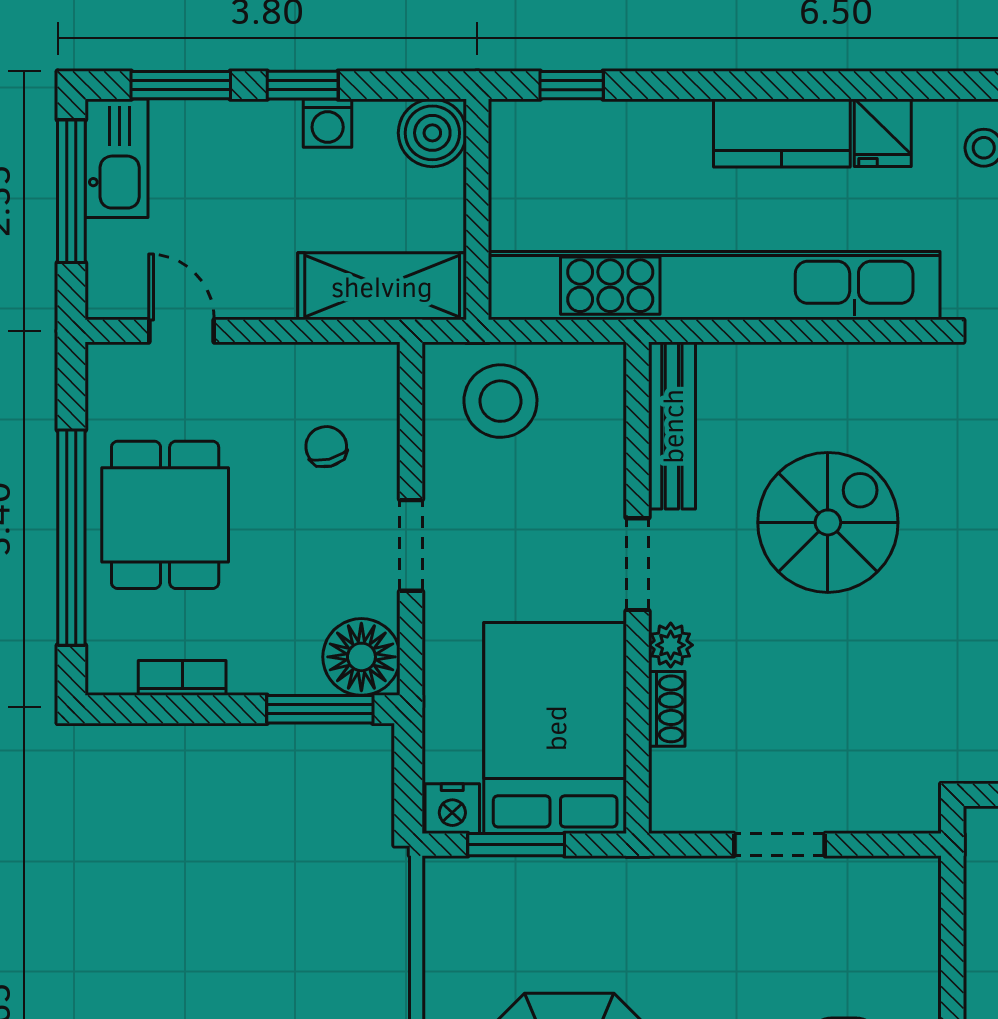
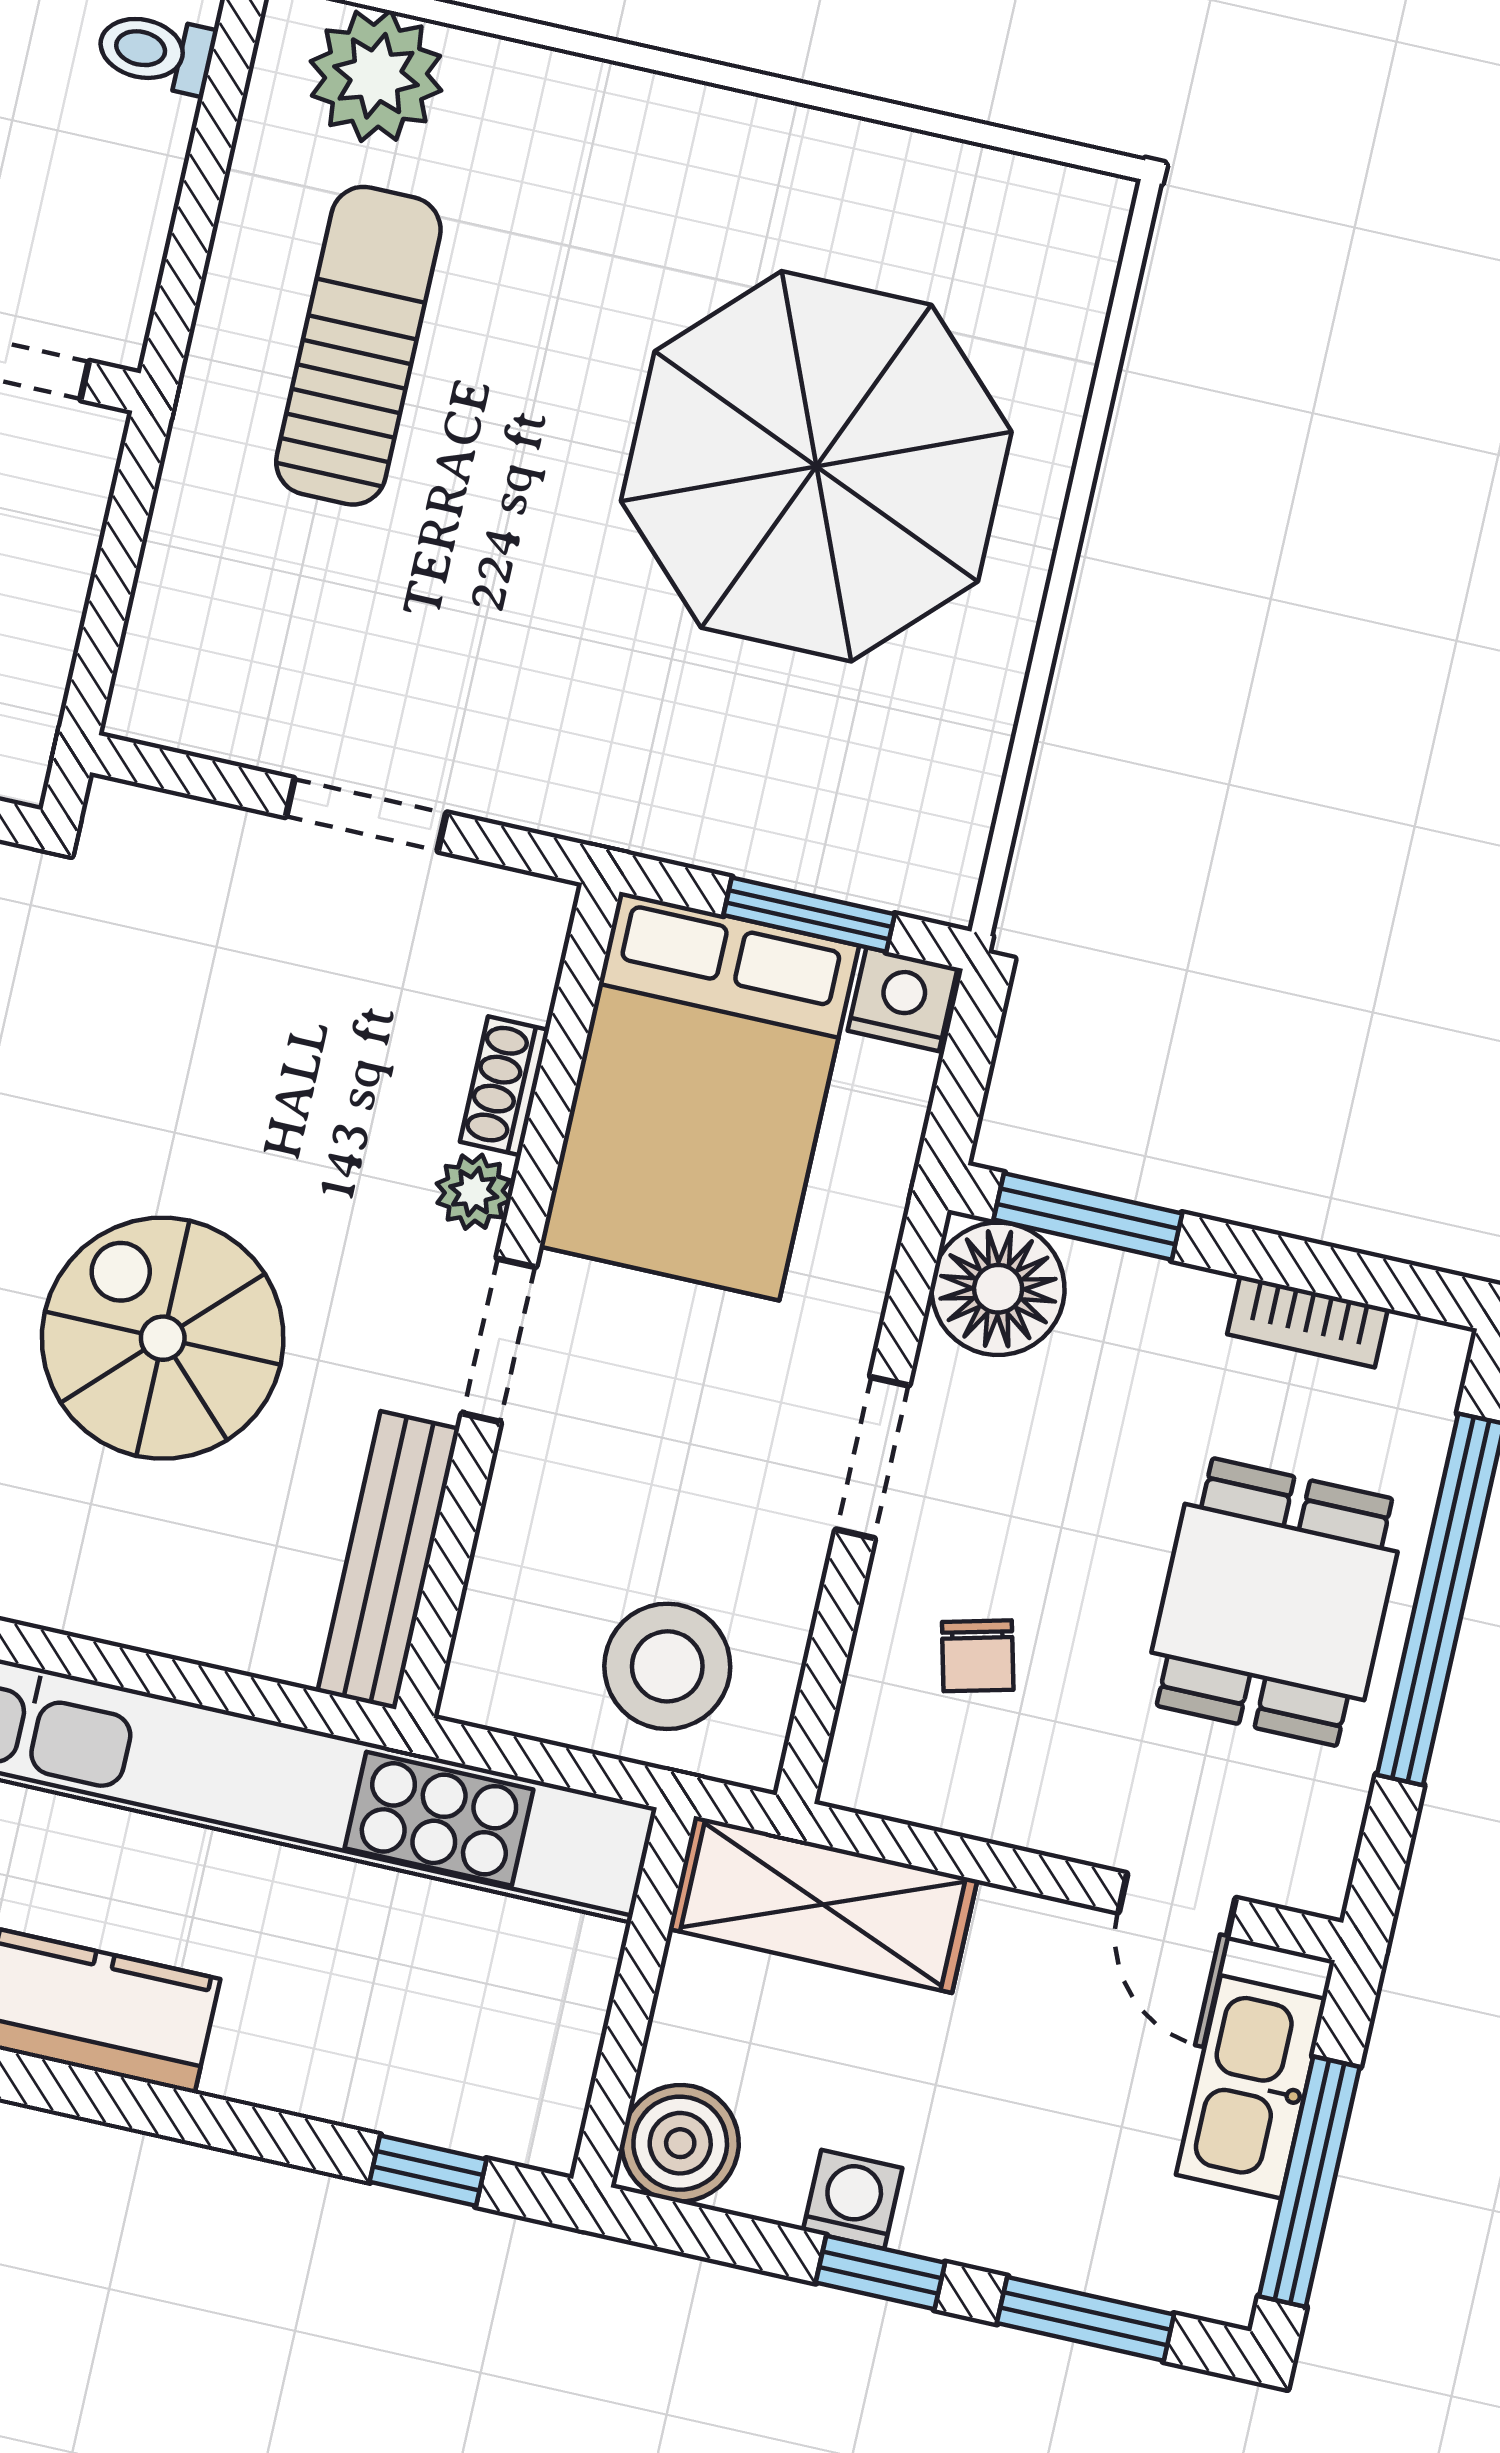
kitchen sink: (116, 158) -> (1251, 2087), moved
spiral stairs: (828, 522) -> (163, 1338), turned 90

